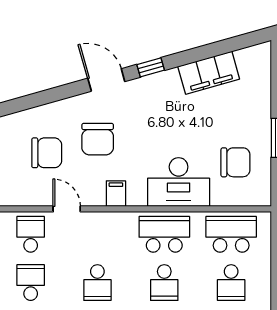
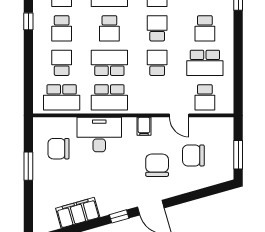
school desk: (31, 283) -> (205, 63), width x1.85
school desk: (164, 283) -> (109, 63), width x1.85

